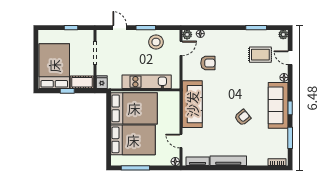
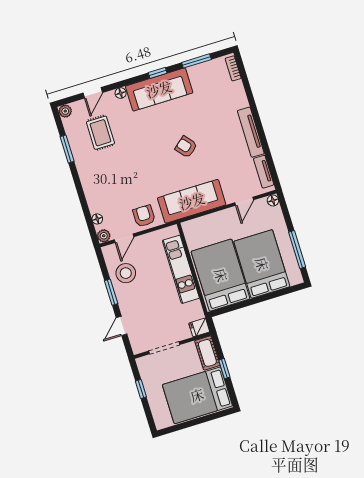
door: (181, 48) -> (124, 238), swing flipped
armchair: (208, 63) -> (144, 216), moved
armchair: (243, 118) -> (186, 147), moved

